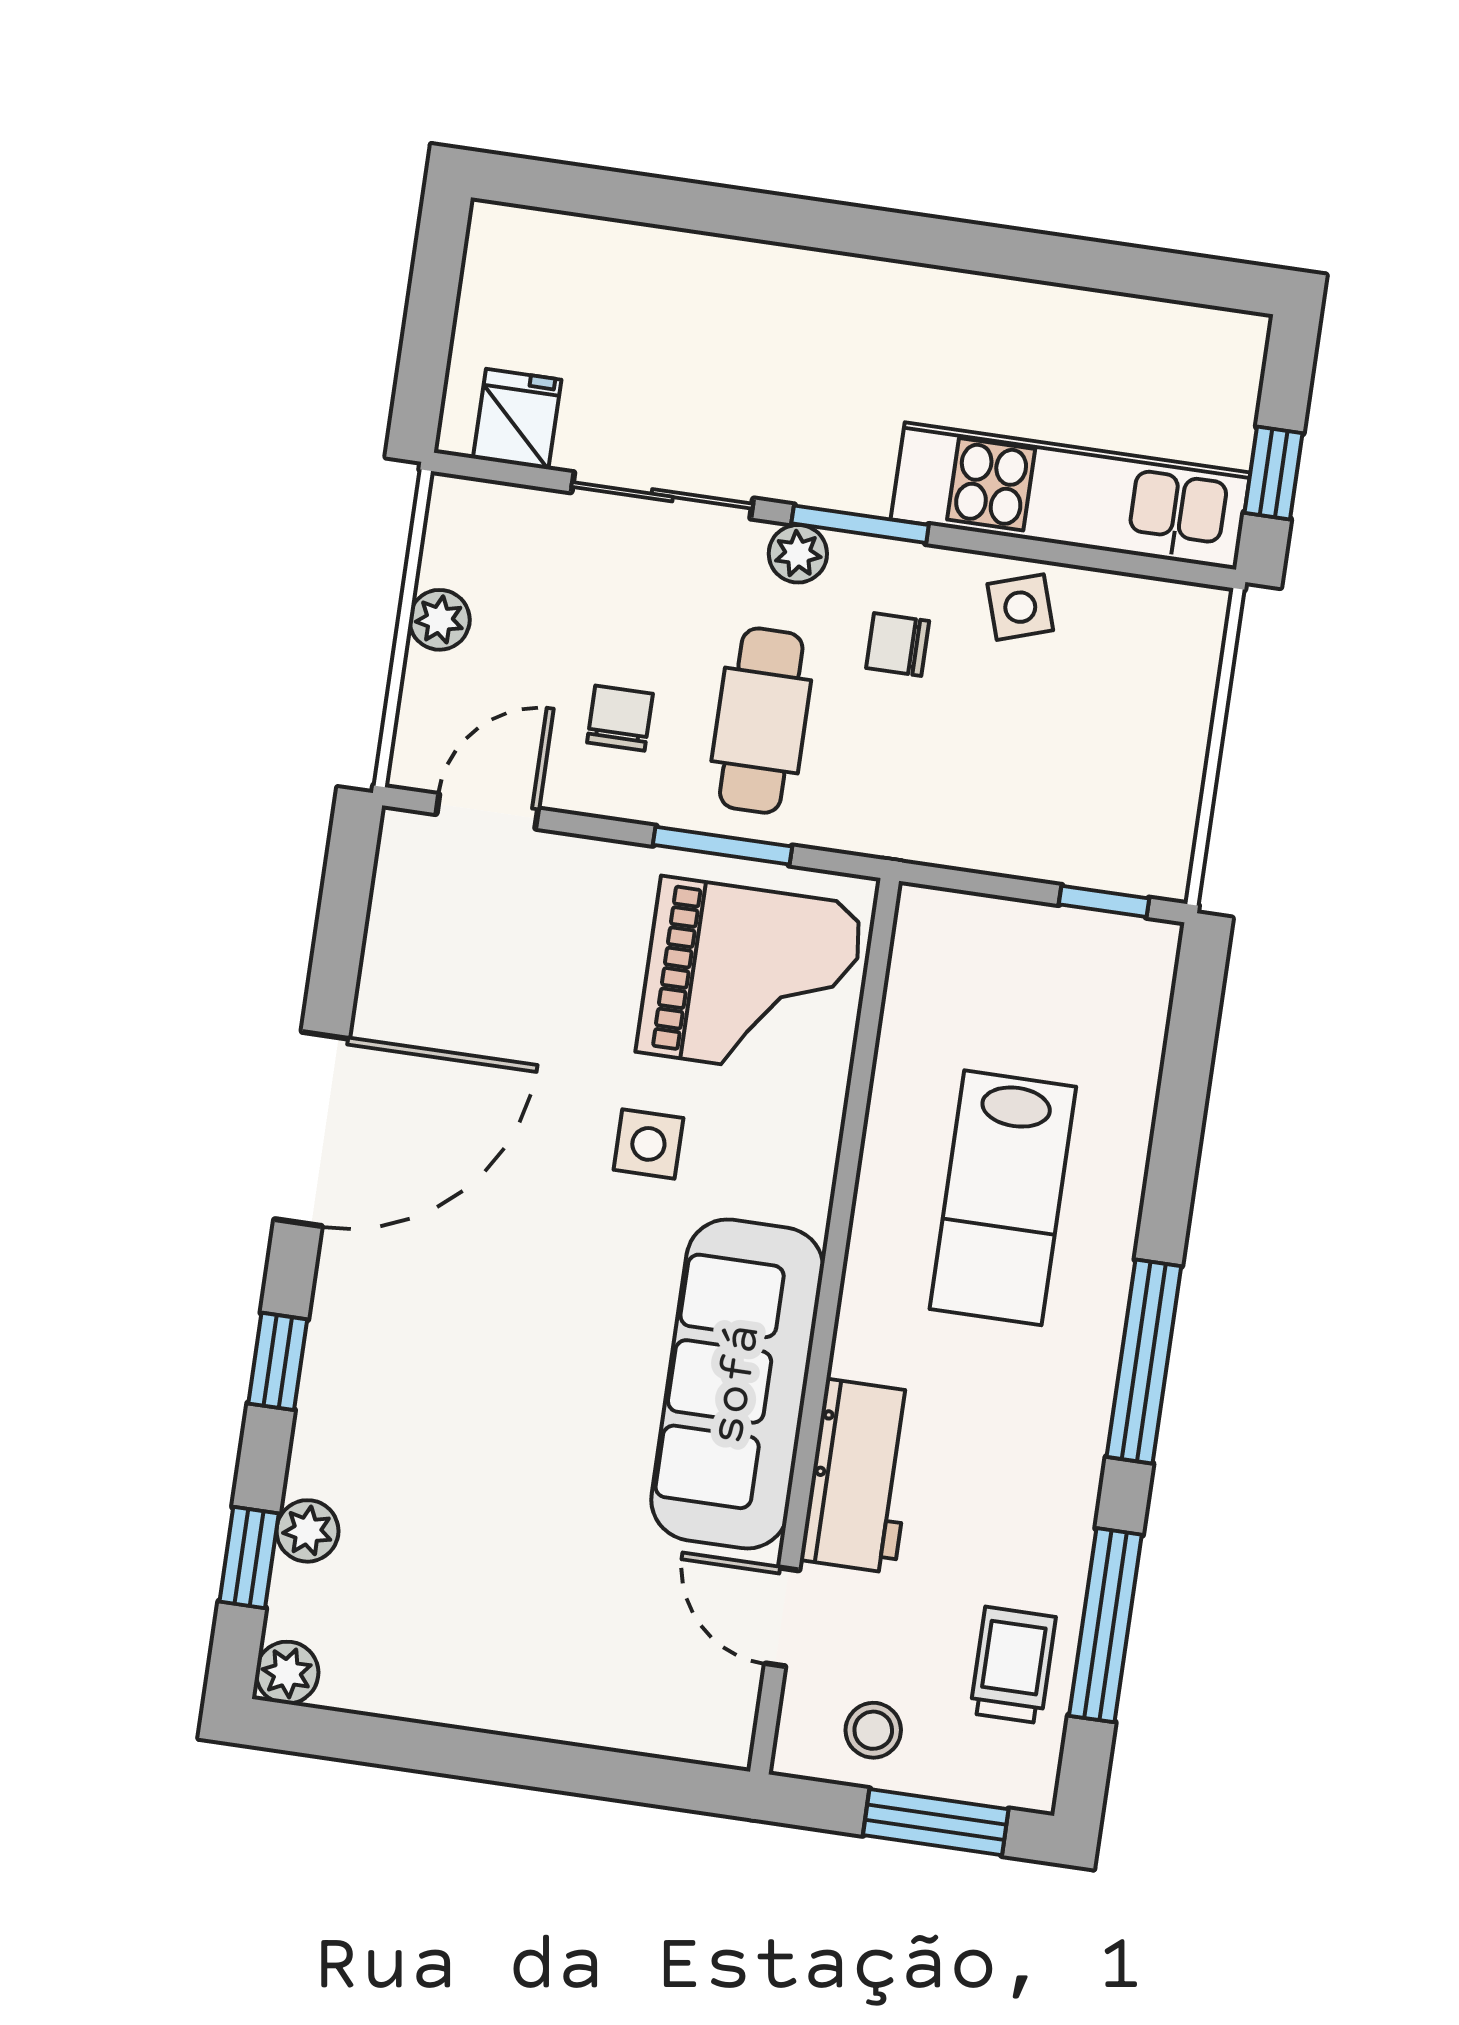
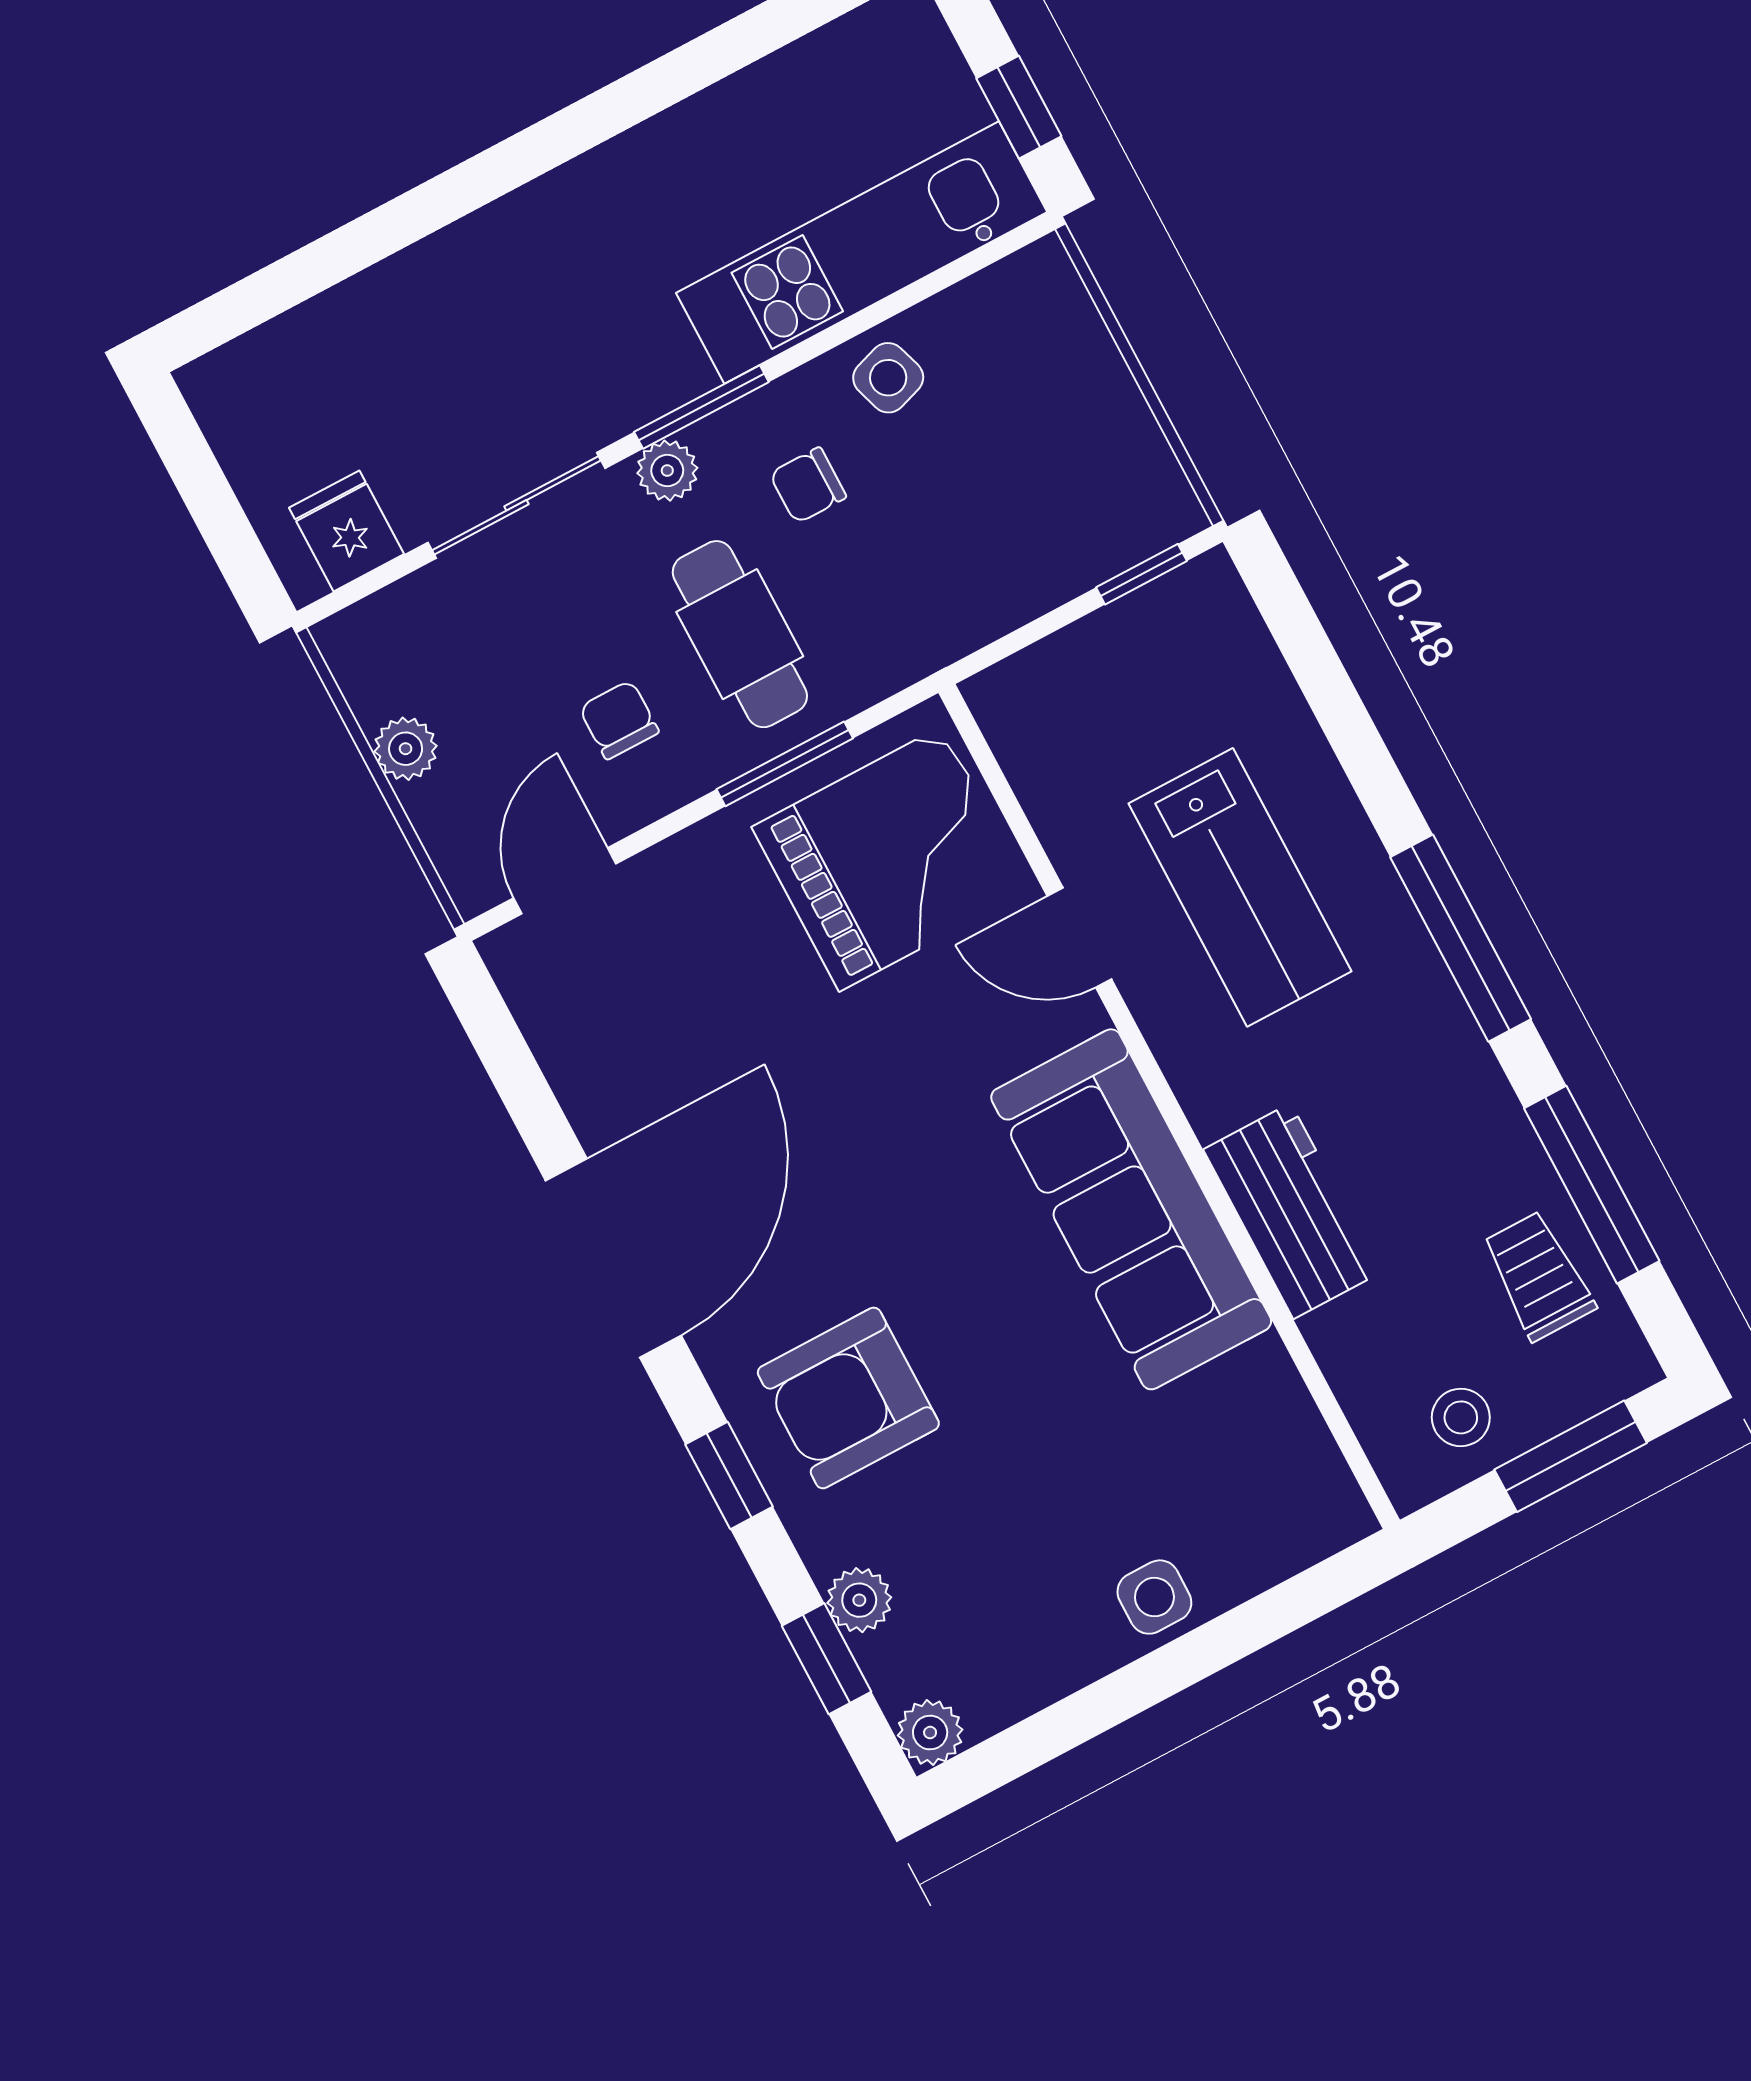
side table: (648, 1144) -> (1154, 1597), moved
armchair: (413, 1369) -> (848, 1398), added
door: (782, 1617) -> (1079, 938), moved

